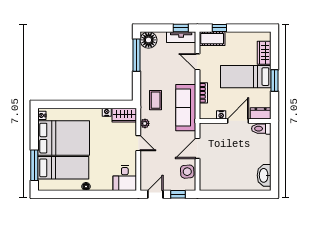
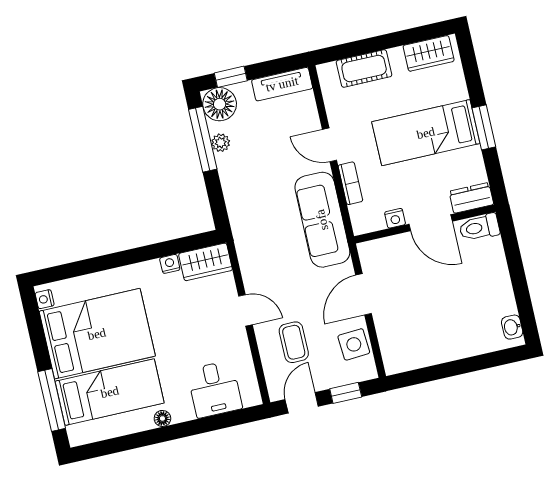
window: (181, 28) -> (231, 77), moved
window: (219, 28) -> (353, 49), removed
cot: (212, 39) -> (364, 68), moved
wardrobe: (264, 53) -> (429, 53), moved, turned -90
door: (197, 62) -> (330, 145), moved
coffee table: (156, 100) -> (294, 342), moved
door: (238, 121) -> (431, 223), swing flipped
plant: (145, 123) -> (221, 143), moved
washbasin: (264, 175) -> (512, 327), width x0.52, depth x0.69
desk: (125, 178) -> (215, 389), moved

